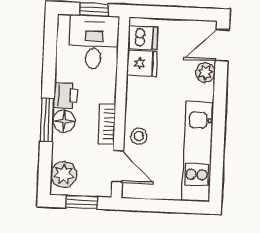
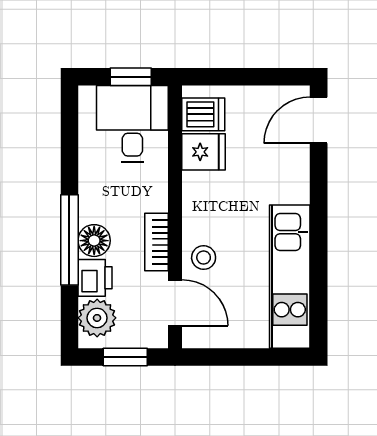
plant: (205, 73) -> (296, 161), removed
printer: (66, 95) -> (95, 278), moved
window: (47, 120) -> (69, 240), width x1.44

